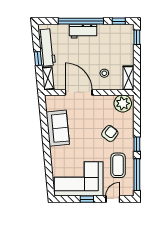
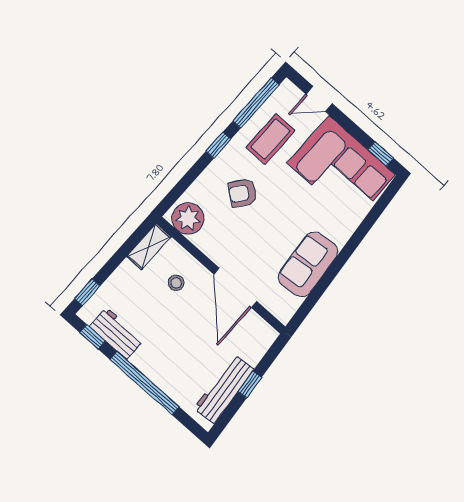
workbench: (83, 31) -> (117, 334), moved
shelving: (48, 78) -> (260, 345), removed
window: (87, 199) -> (381, 154), moved

